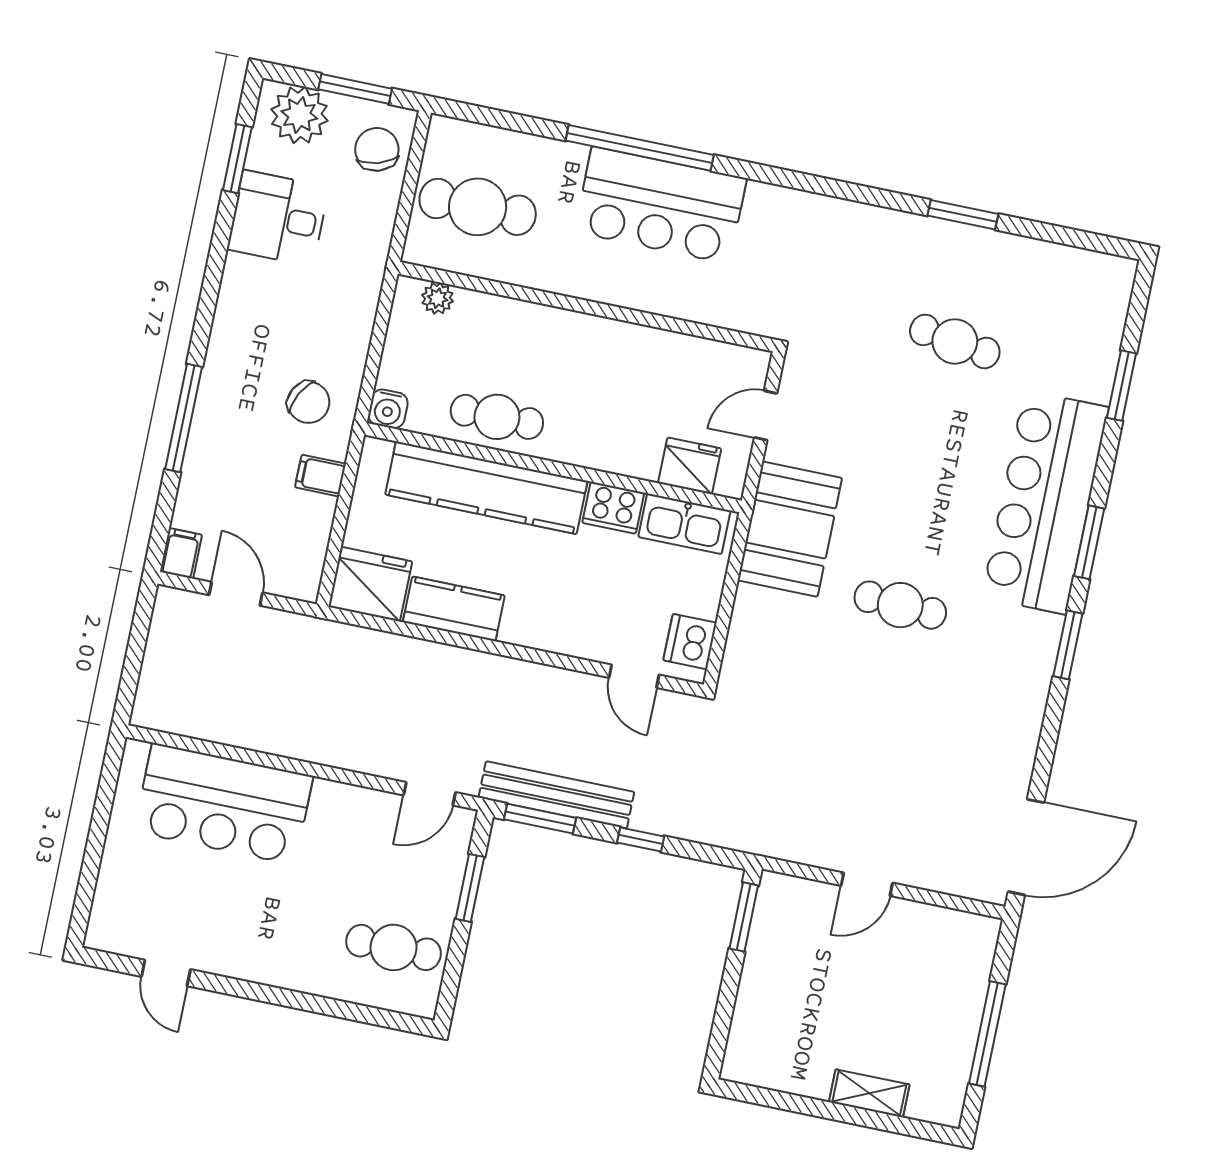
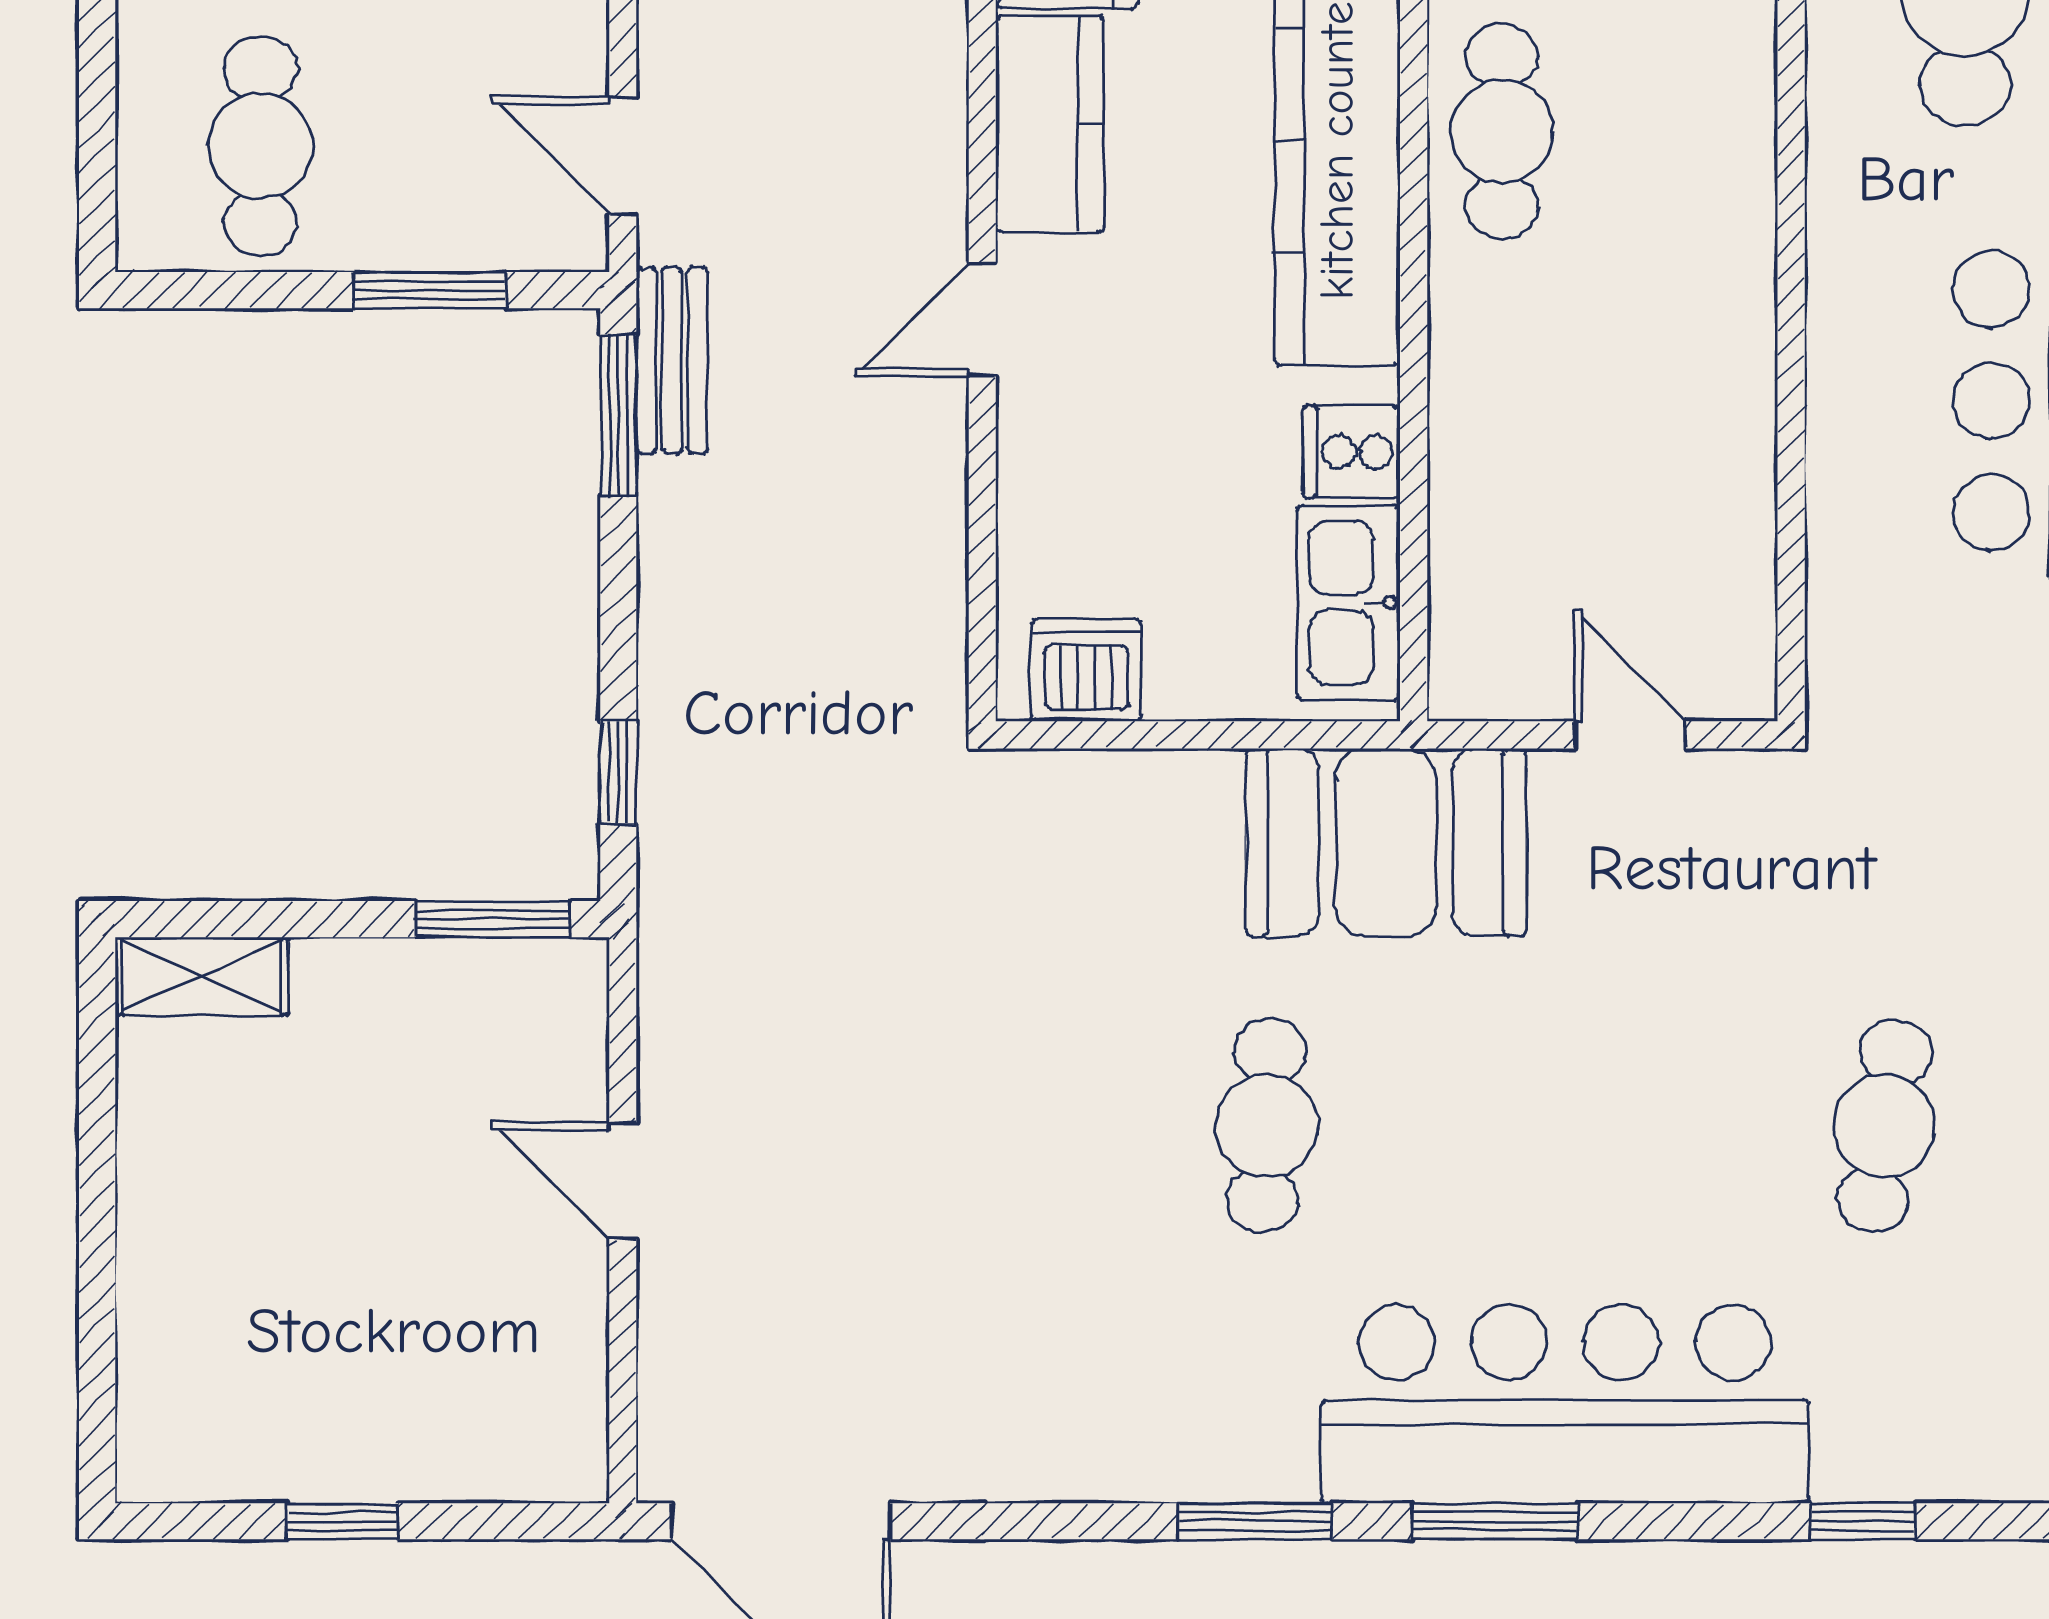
window: (1122, 386) -> (1863, 1521), width x0.67
fridge: (690, 466) -> (1481, 587), removed
cooker: (613, 508) -> (1352, 452), width x0.73
door: (634, 676) -> (982, 320), moved
bench: (556, 795) -> (672, 360), width x0.54, depth x0.82
window: (641, 839) -> (618, 772), moved
window: (987, 1034) -> (342, 1521), width x0.46
shelving: (869, 1093) -> (202, 976), moved, turned 90

